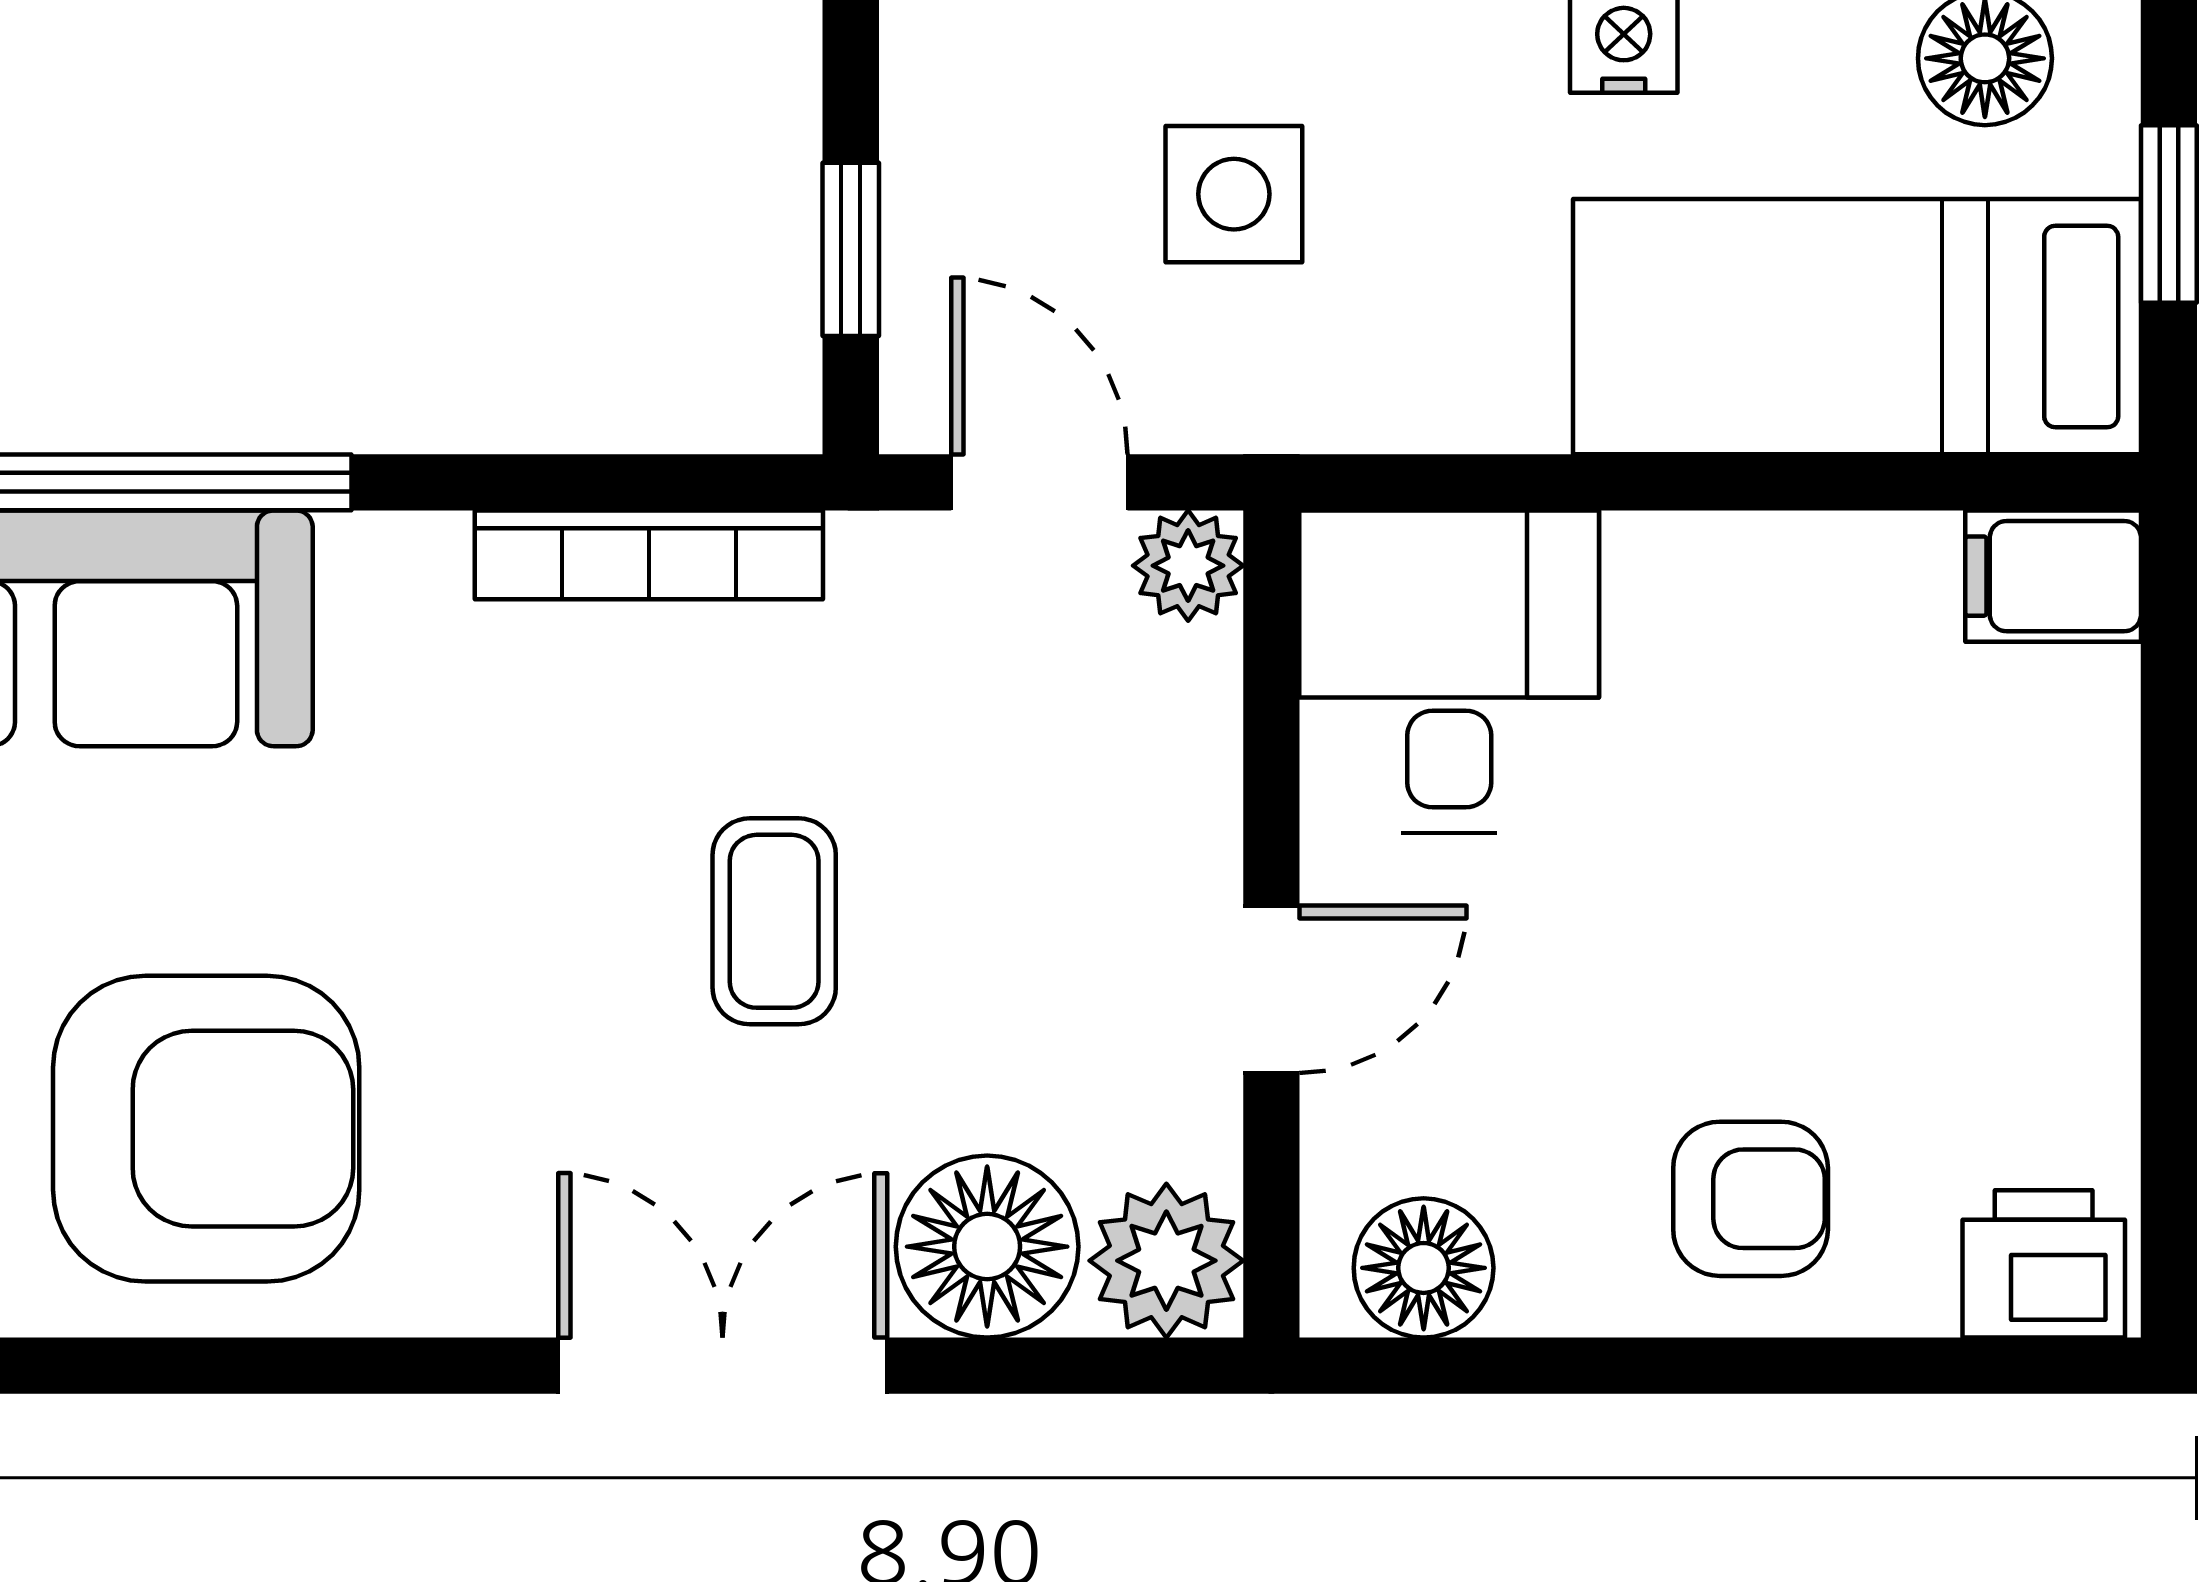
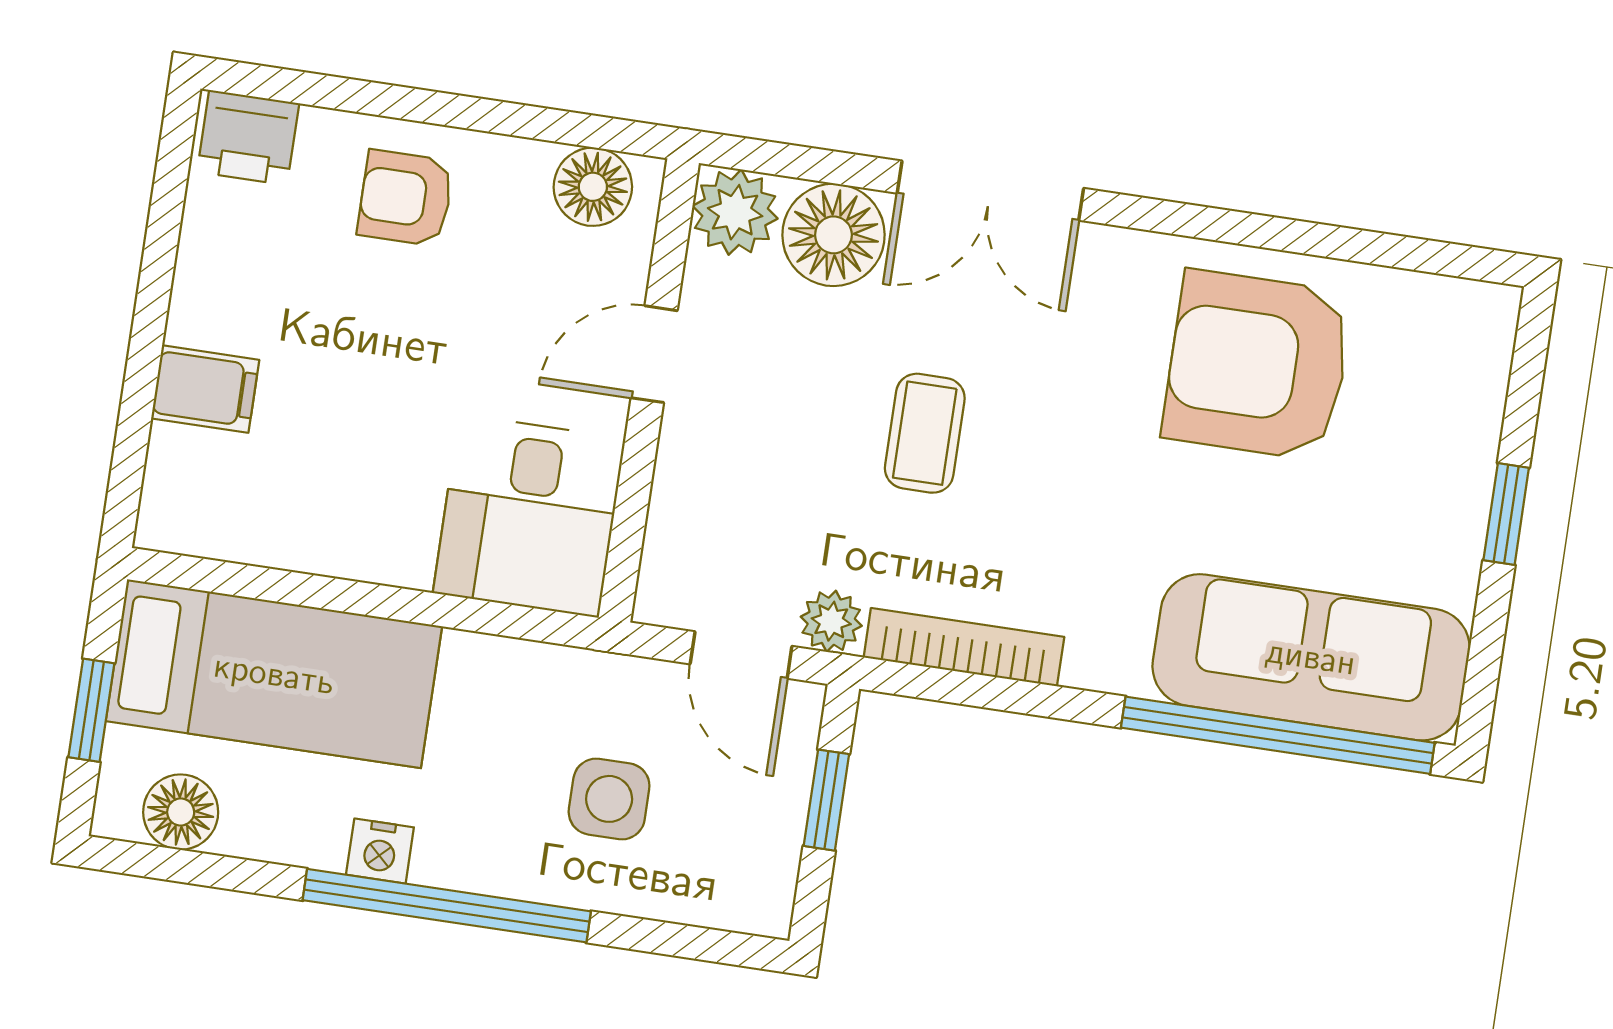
plant: (1188, 566) -> (831, 621), moved
filing cabinet: (2053, 576) -> (205, 389), moved

